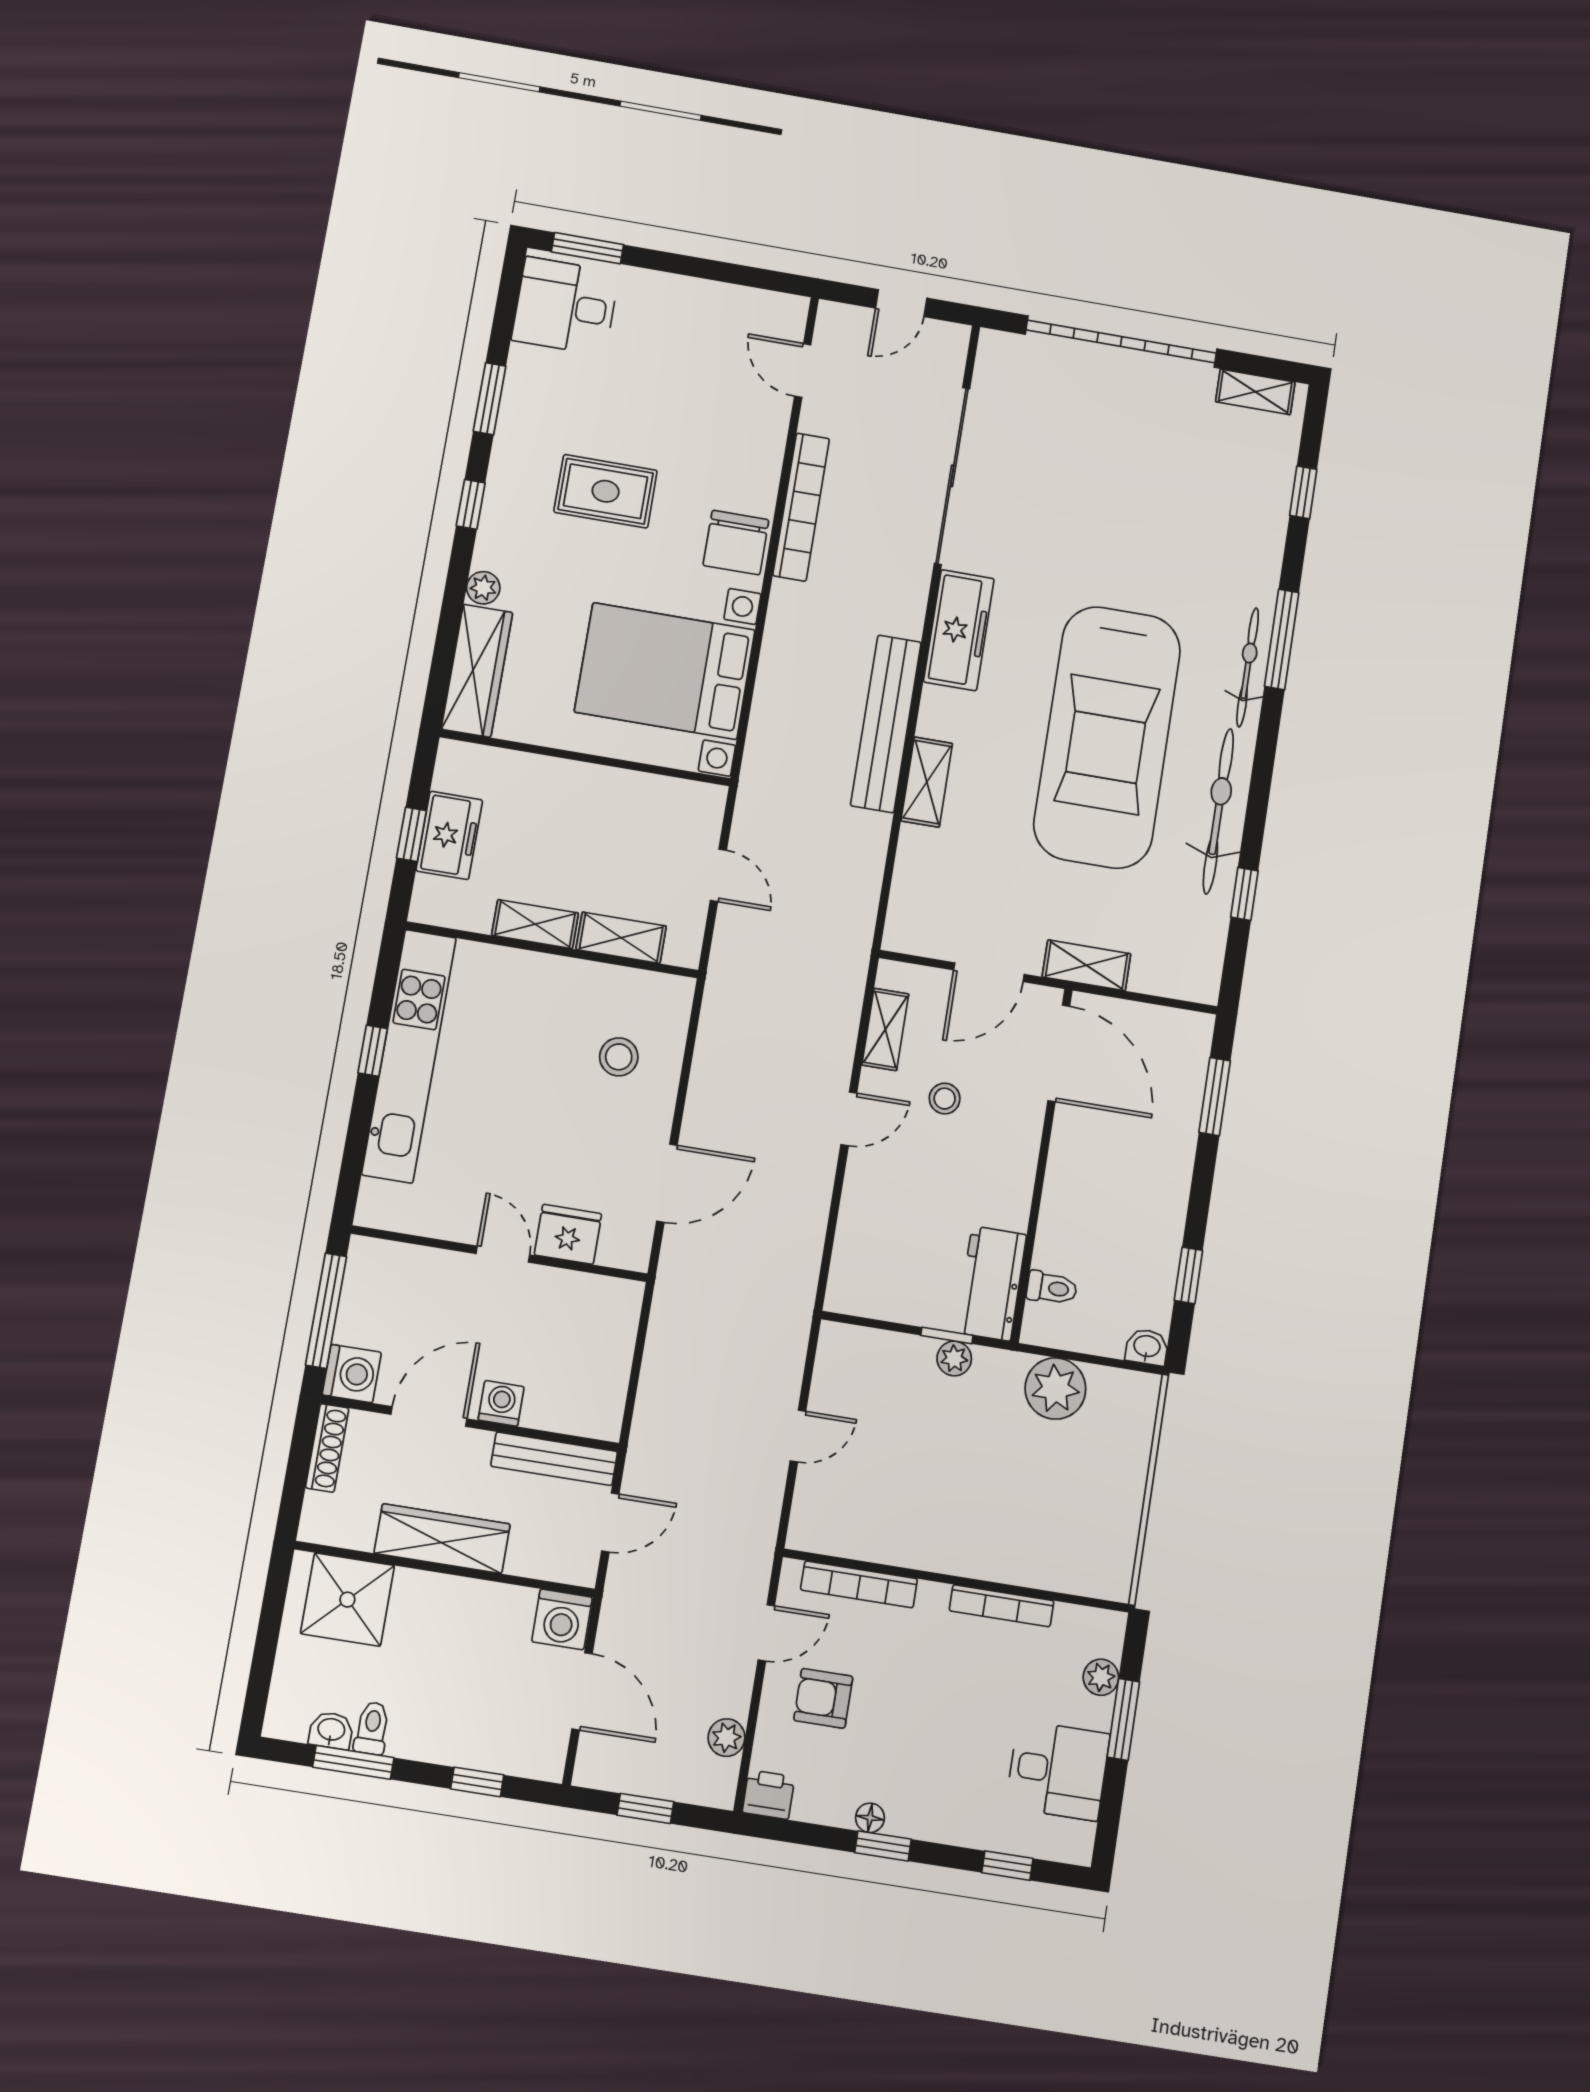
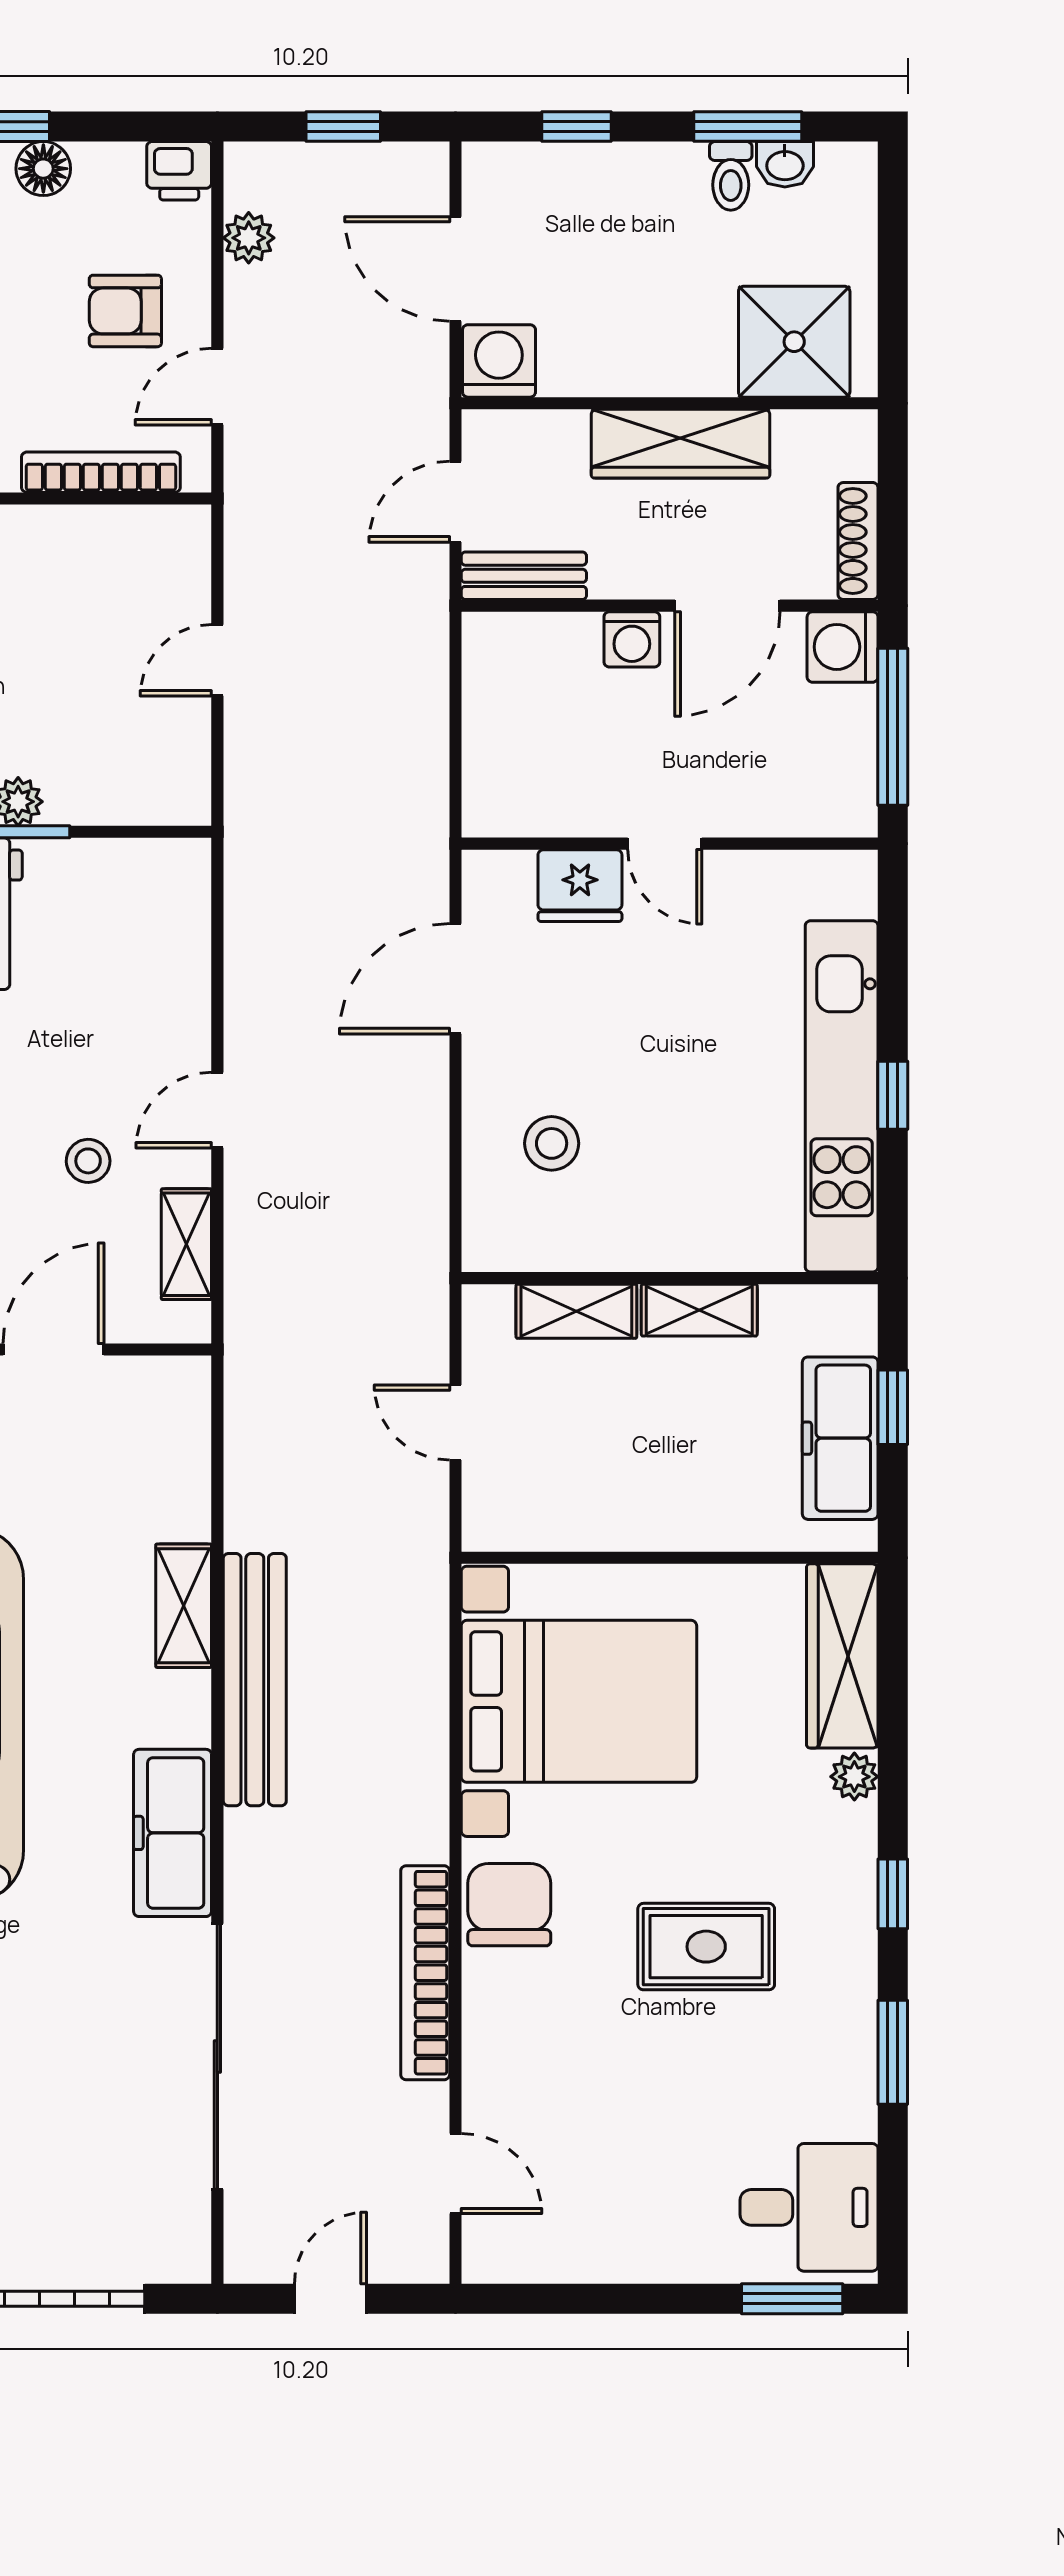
freezer: (449, 835) -> (840, 1438), width x1.40
bench: (554, 1459) -> (524, 576), width x0.73
armchair: (823, 1698) -> (125, 311), turned 180
floor lamp: (870, 1818) -> (43, 169), width x1.37, depth x1.37

